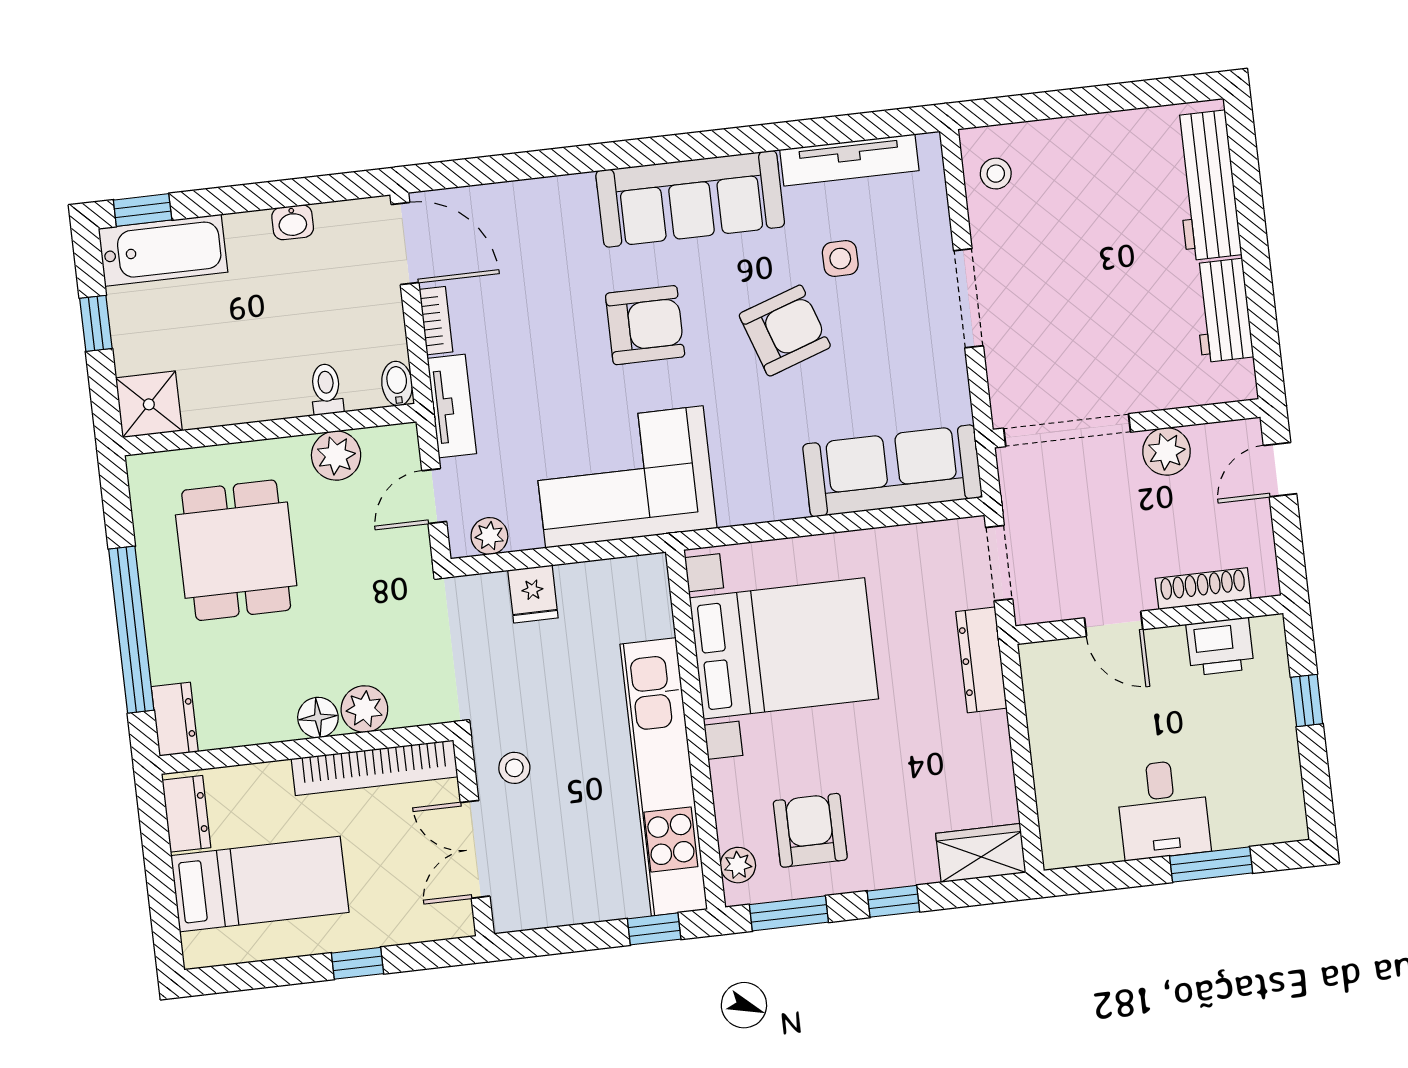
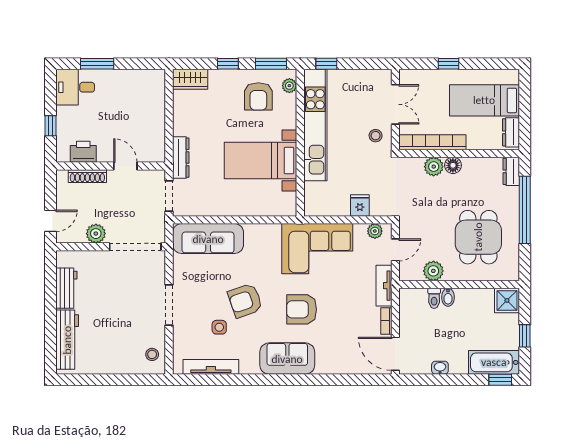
sofa: (690, 199) -> (287, 359), width x0.73
bidet: (397, 384) -> (448, 297), moved
bed with nightstands: (784, 648) -> (260, 160), width x0.73
desk: (1163, 809) -> (75, 87), moved, turned -90

